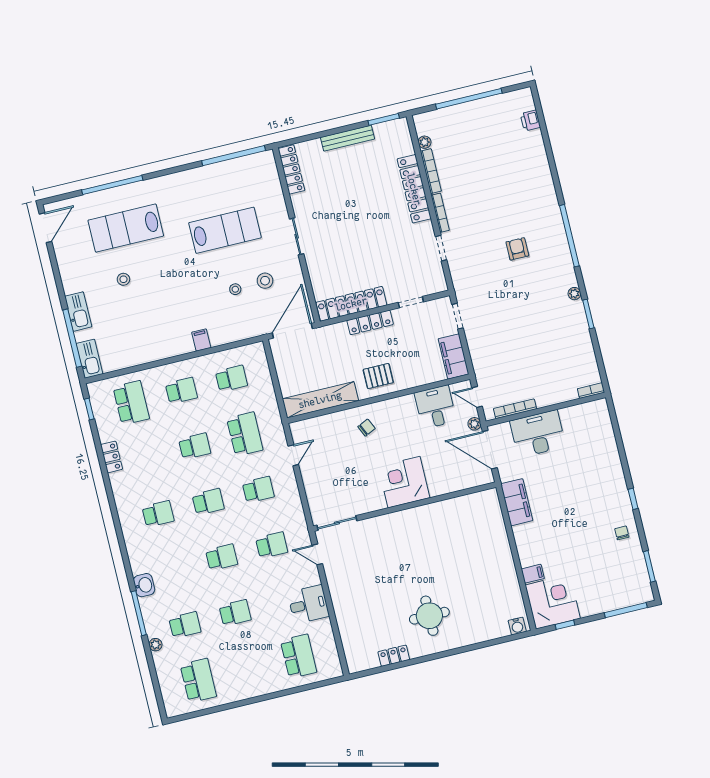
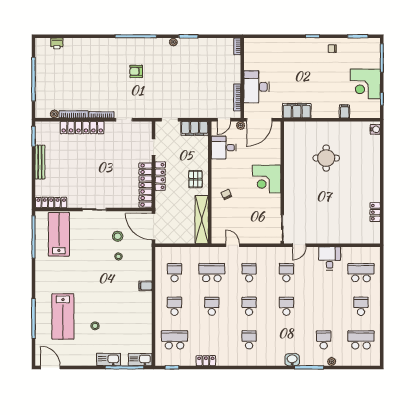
lab bench: (225, 230) -> (59, 234), moved
corner desk: (553, 602) -> (365, 84), moved, turned -90
school desk: (235, 613) -> (361, 306), moved
round table: (429, 616) -> (326, 158), moved

